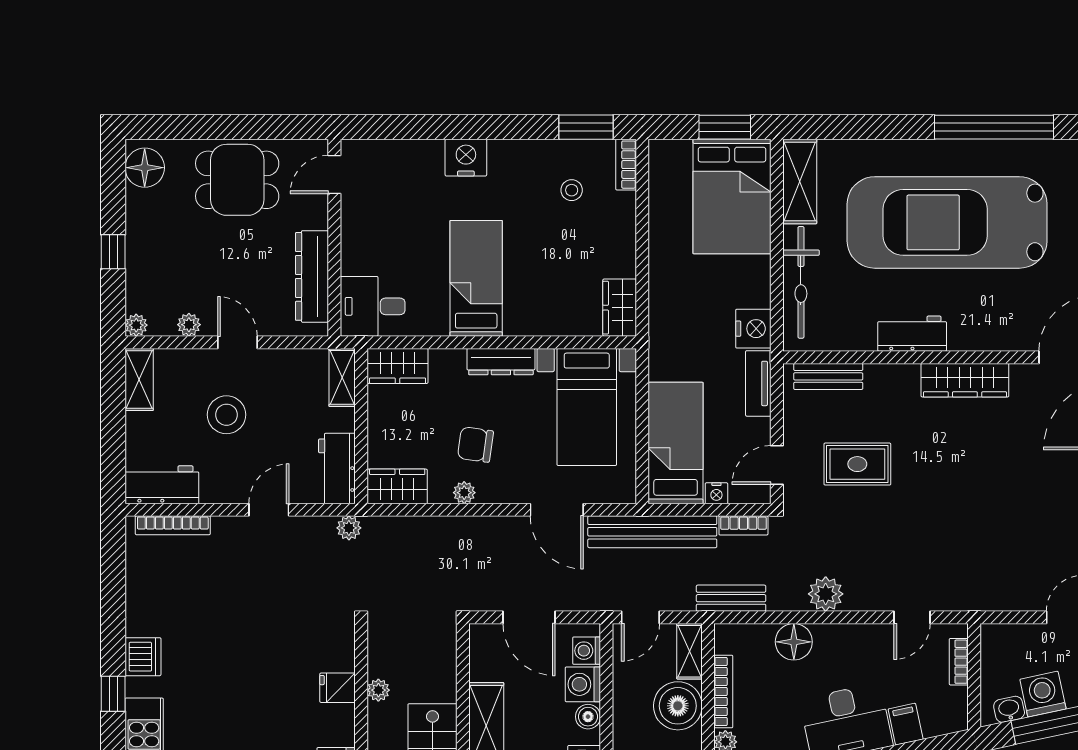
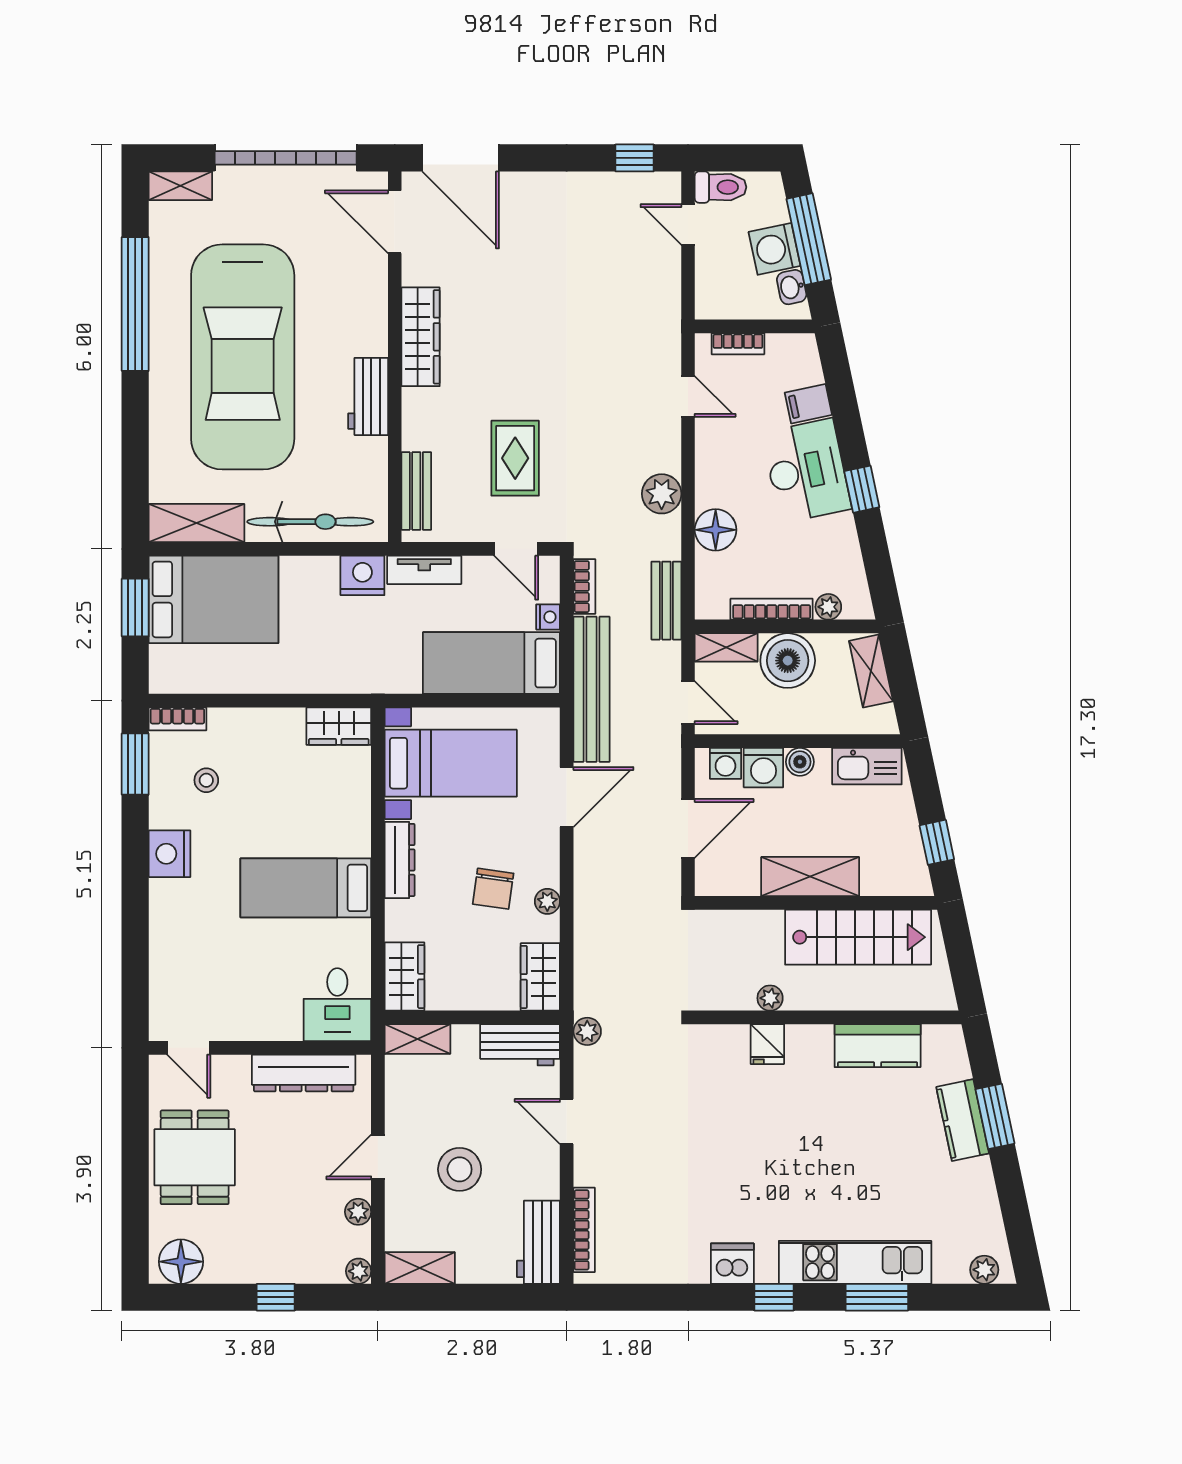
nightstand: (466, 158) -> (170, 854), moved

